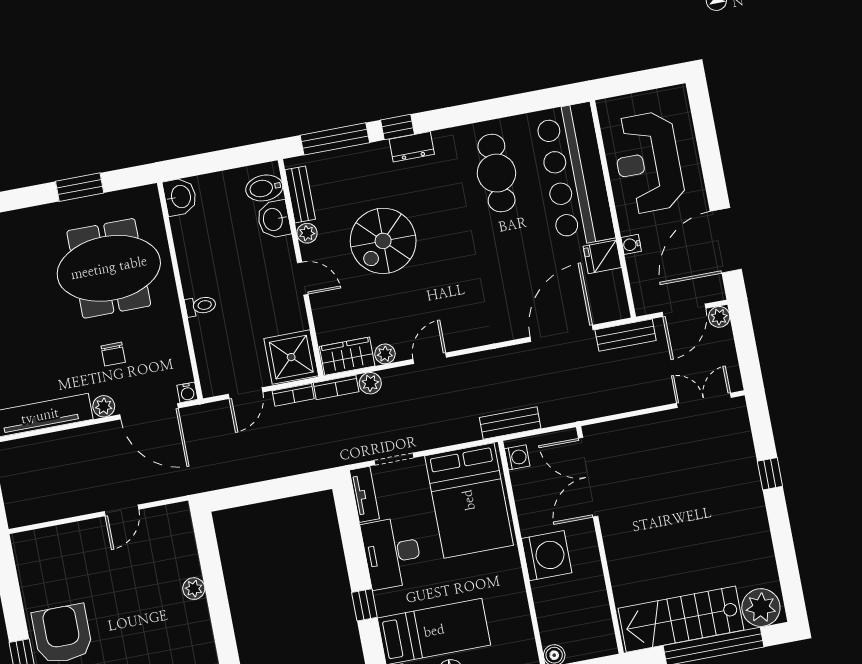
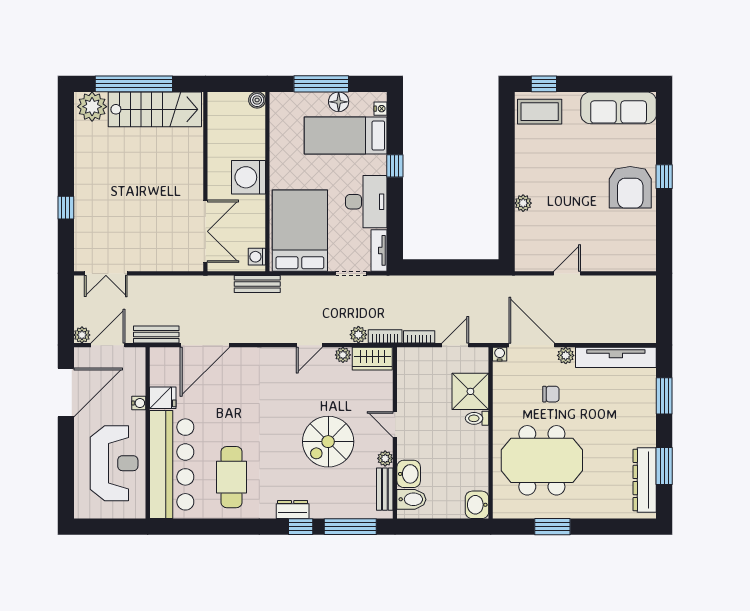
spiral stairs: (383, 241) -> (328, 442), turned 180
chair: (113, 354) -> (551, 394), turned 90
shower: (291, 357) -> (470, 391), moved

